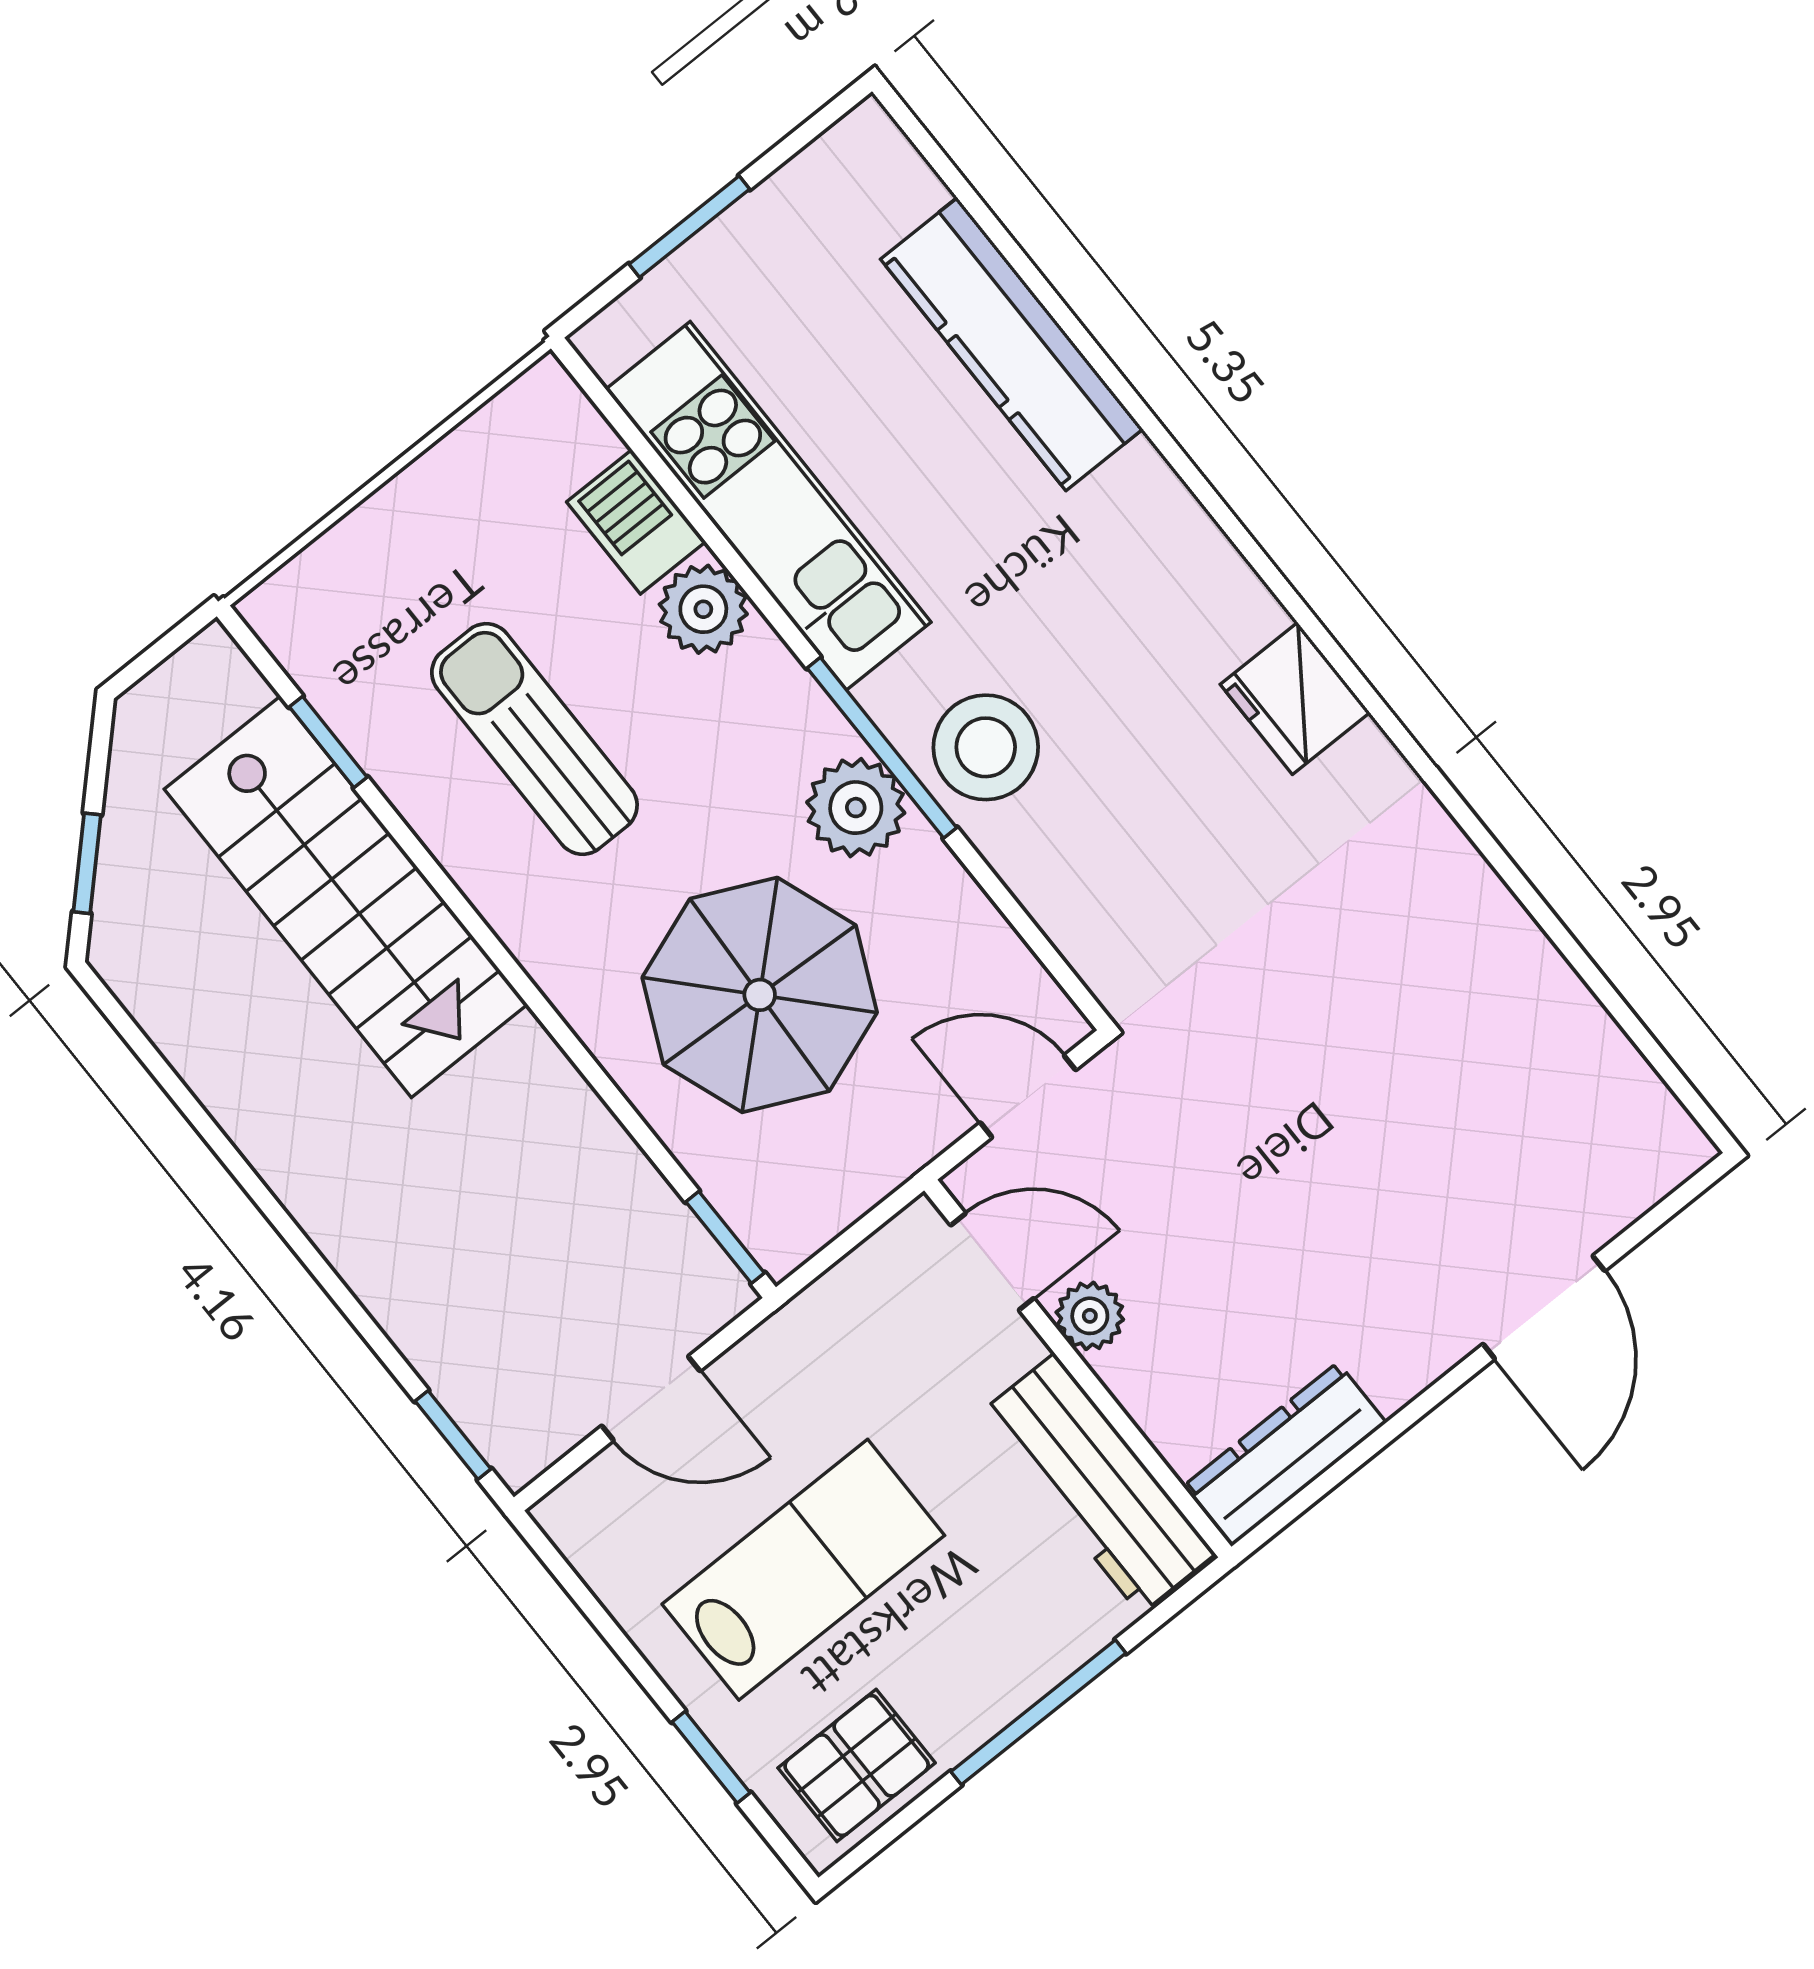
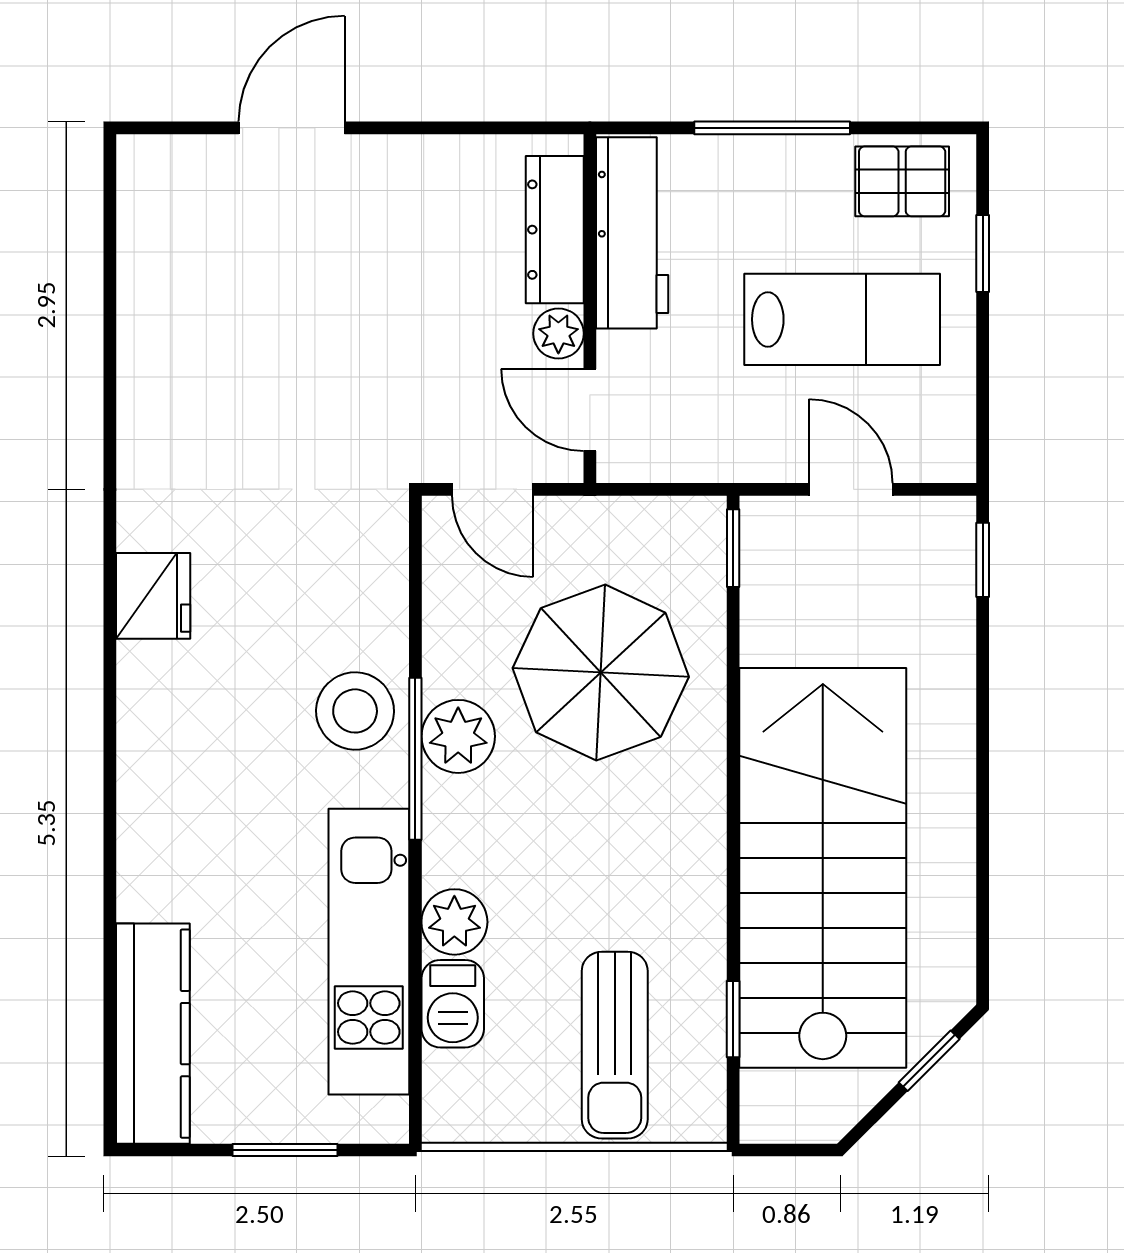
kitchen counter: (1012, 344) -> (153, 1034), moved
sun lounger: (534, 739) -> (615, 1045), moved
stairs: (346, 897) -> (823, 868), width x1.36, depth x1.51
dresser: (1285, 1454) -> (555, 230), moved, turned 90
lab bench: (803, 1570) -> (842, 319), turned 180

